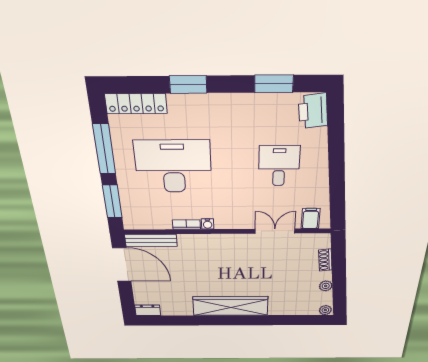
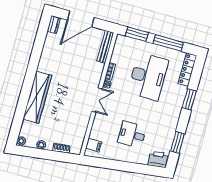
desk: (279, 166) -> (132, 135), turned 180
double door: (275, 231) -> (97, 100), moved
door: (122, 265) -> (81, 19), moved
wardrobe: (230, 306) -> (37, 97), moved

